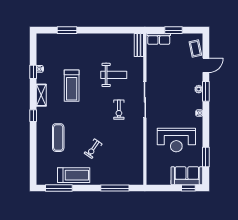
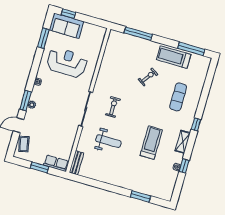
weight bench: (114, 75) -> (108, 141), turned 180

